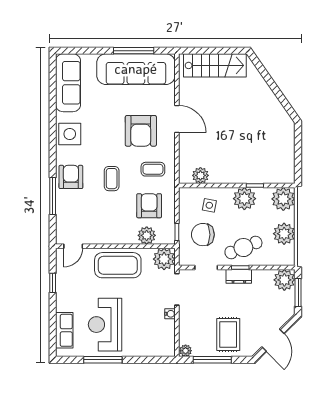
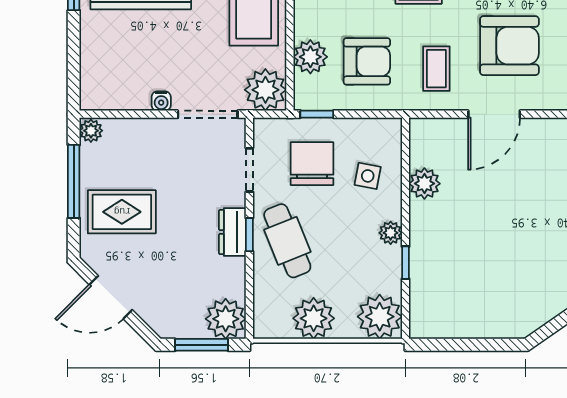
door: (177, 119) -> (494, 114), moved
armchair: (141, 131) -> (509, 46), turned 180
plant: (200, 175) -> (424, 184), moved
plant: (244, 199) -> (391, 233), width x0.53, depth x0.53

